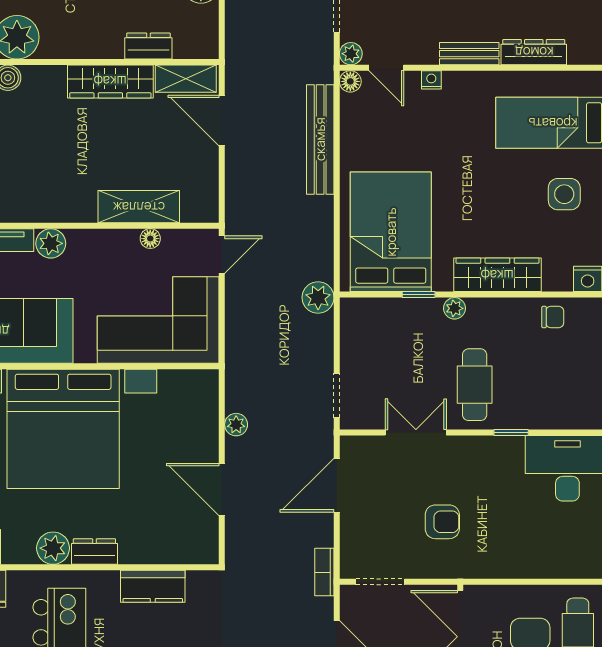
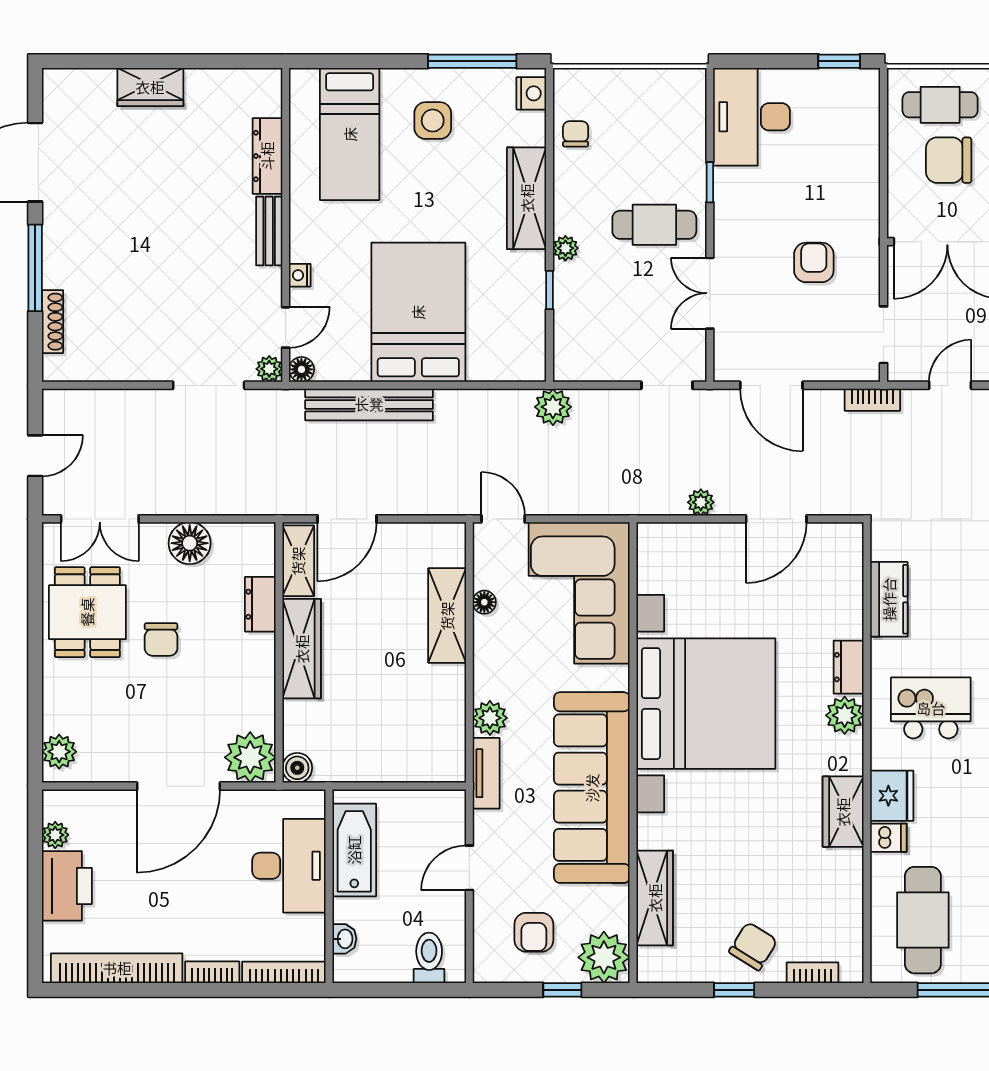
bed: (391, 232) -> (418, 312), moved, turned 90

